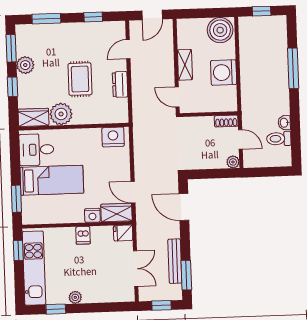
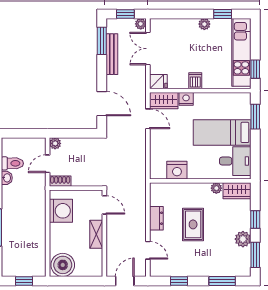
door: (128, 49) -> (148, 250), hinge flipped
washing machine: (224, 72) -> (61, 211), moved
plant: (61, 114) -> (216, 188), width x0.53, depth x0.53
nightstand: (113, 137) -> (177, 170), moved
door: (240, 139) -> (48, 164), hinge flipped
plant: (145, 295) -> (141, 24), added

